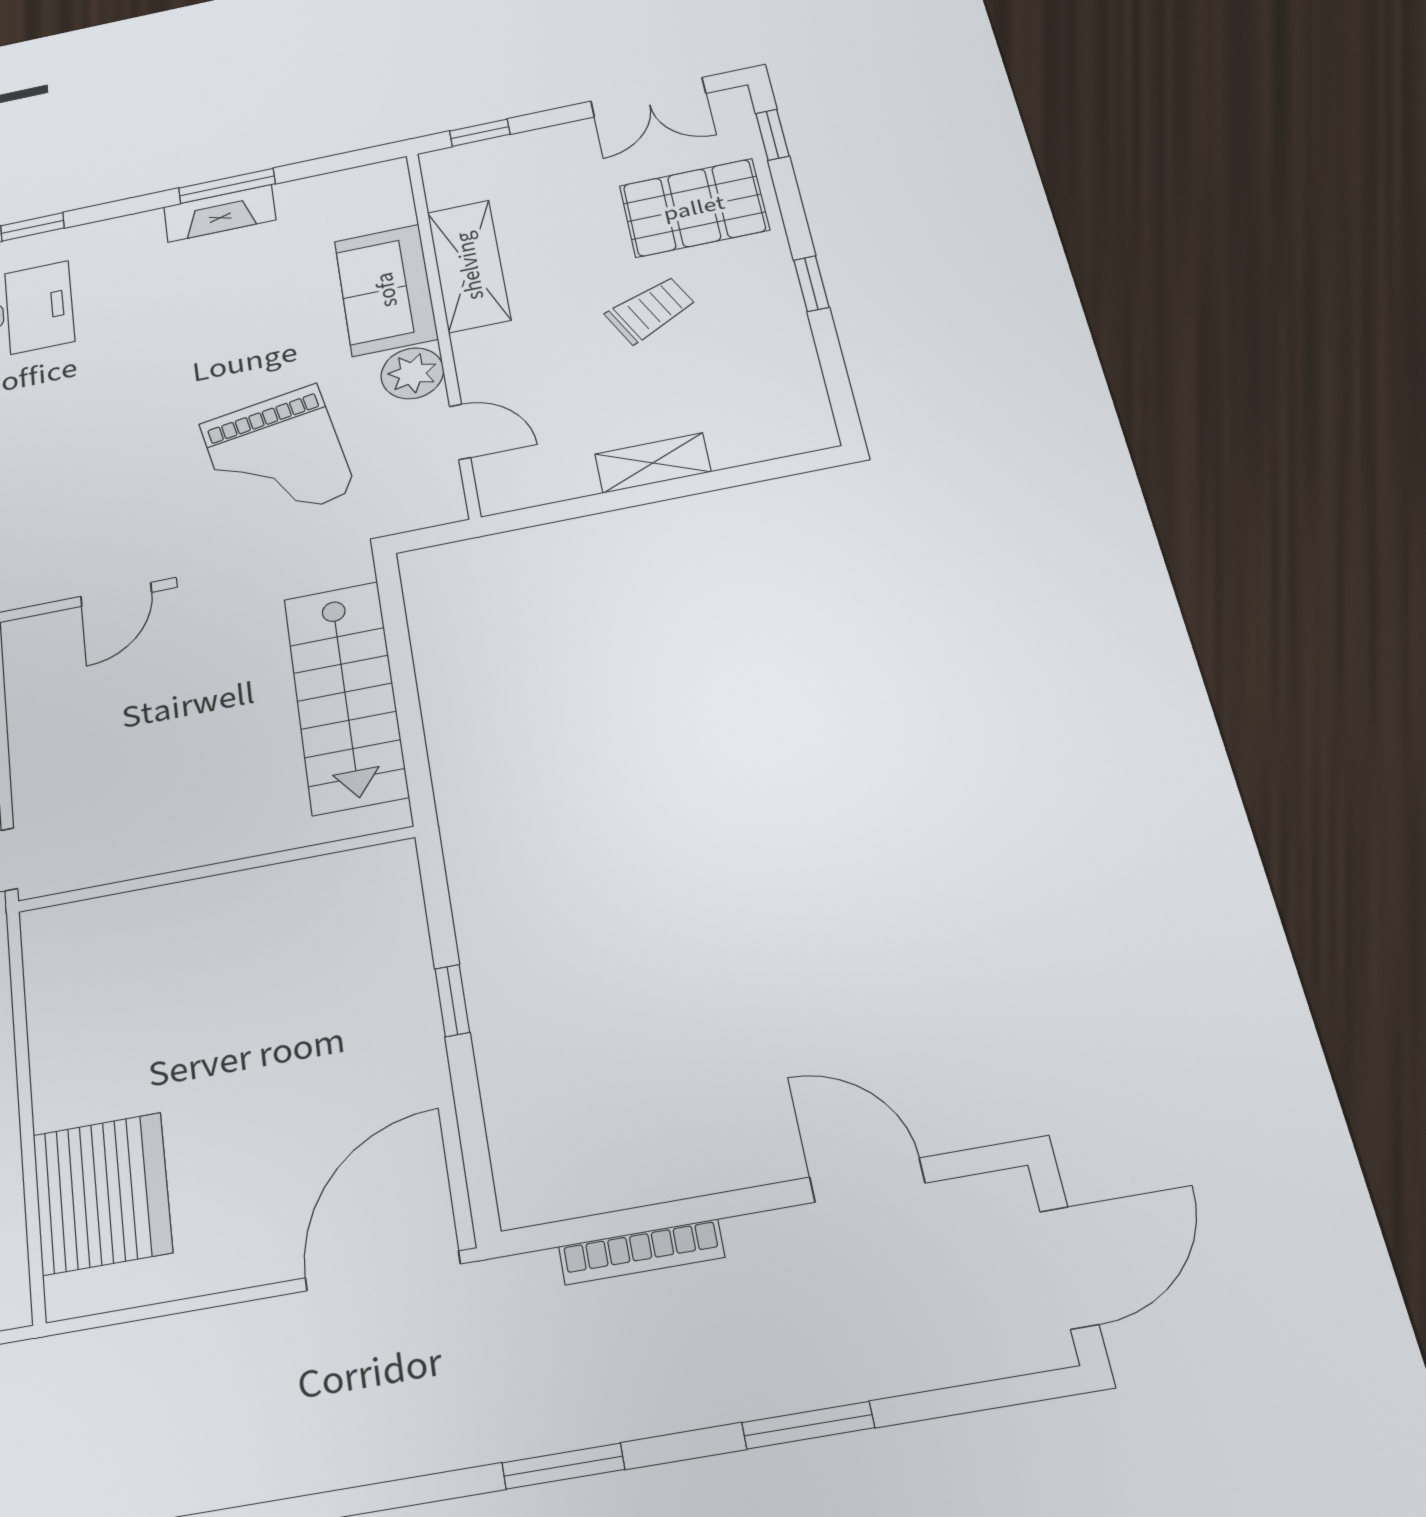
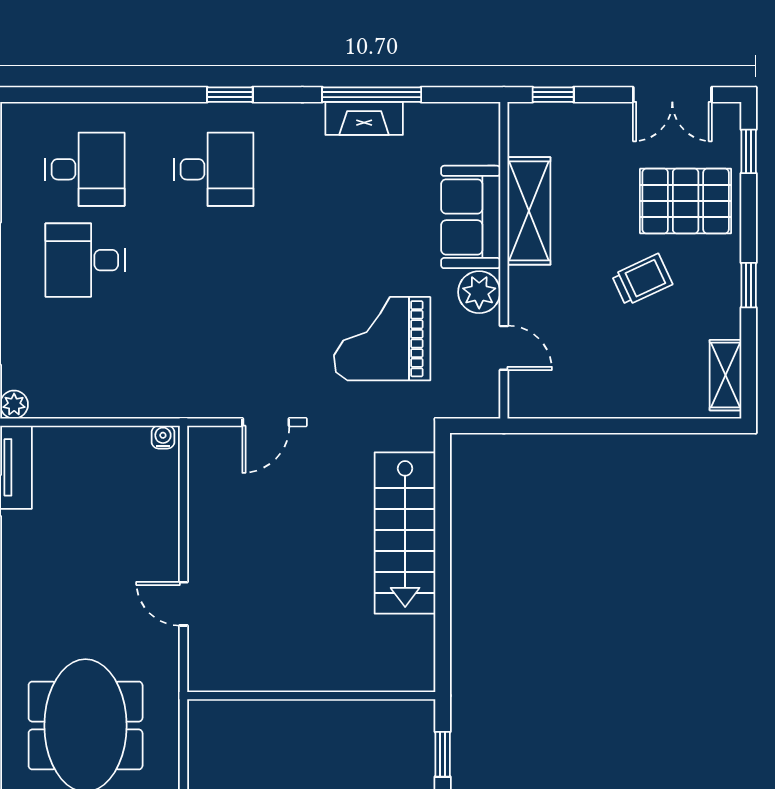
window: (227, 186) -> (372, 95), width x1.44
grand piano: (277, 457) -> (382, 339), turned 100
shelving: (653, 463) -> (726, 375), moved, turned 90
wall: (215, 869) -> (311, 696), moved

